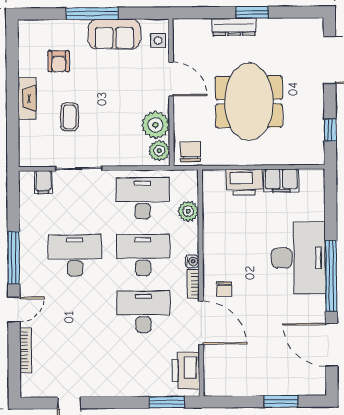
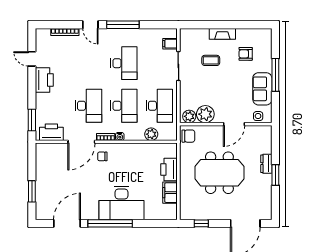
dresser: (234, 27) -> (266, 164), width x0.70
printer: (103, 383) -> (44, 80), added

